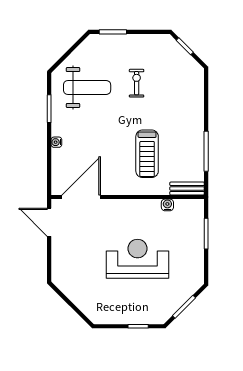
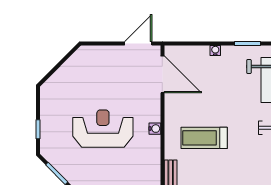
water cooler: (167, 205) -> (155, 129), moved
reception desk: (137, 259) -> (103, 129), turned -90

